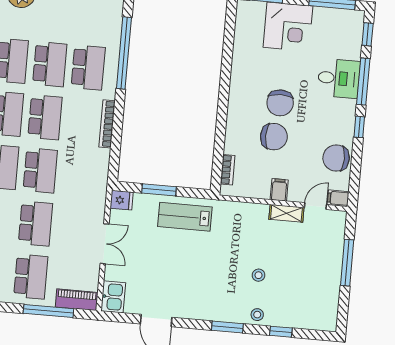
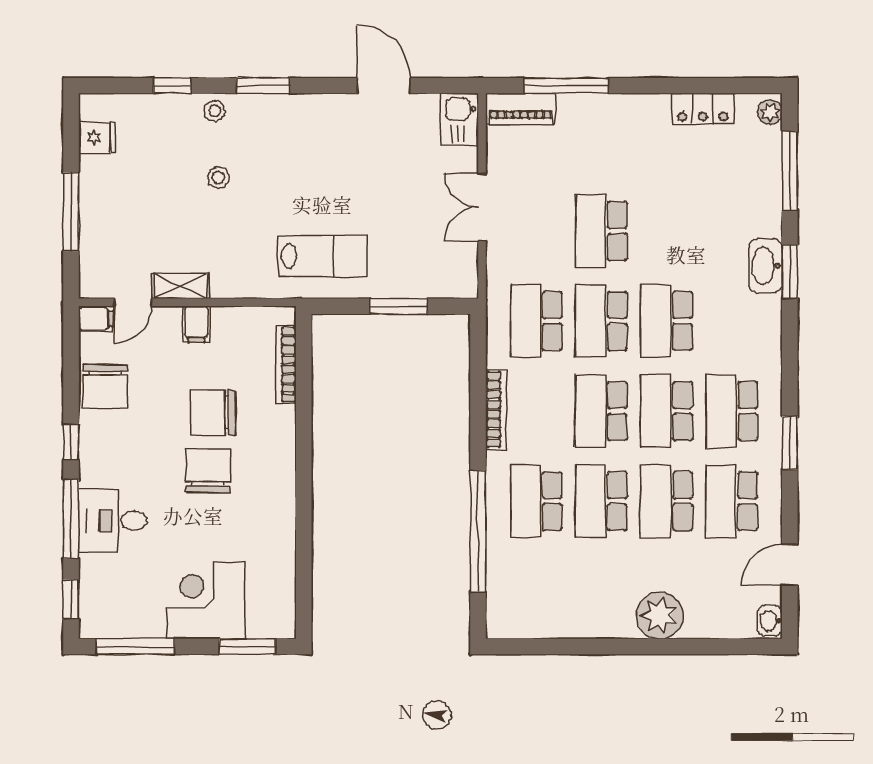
chair: (336, 158) -> (105, 386), turned 90
bookcase: (228, 170) -> (286, 365), width x1.56
fridge: (122, 200) -> (97, 137), moved, turned 180
lab bench: (185, 217) -> (323, 256), moved
school desk: (31, 277) -> (536, 321), moved

